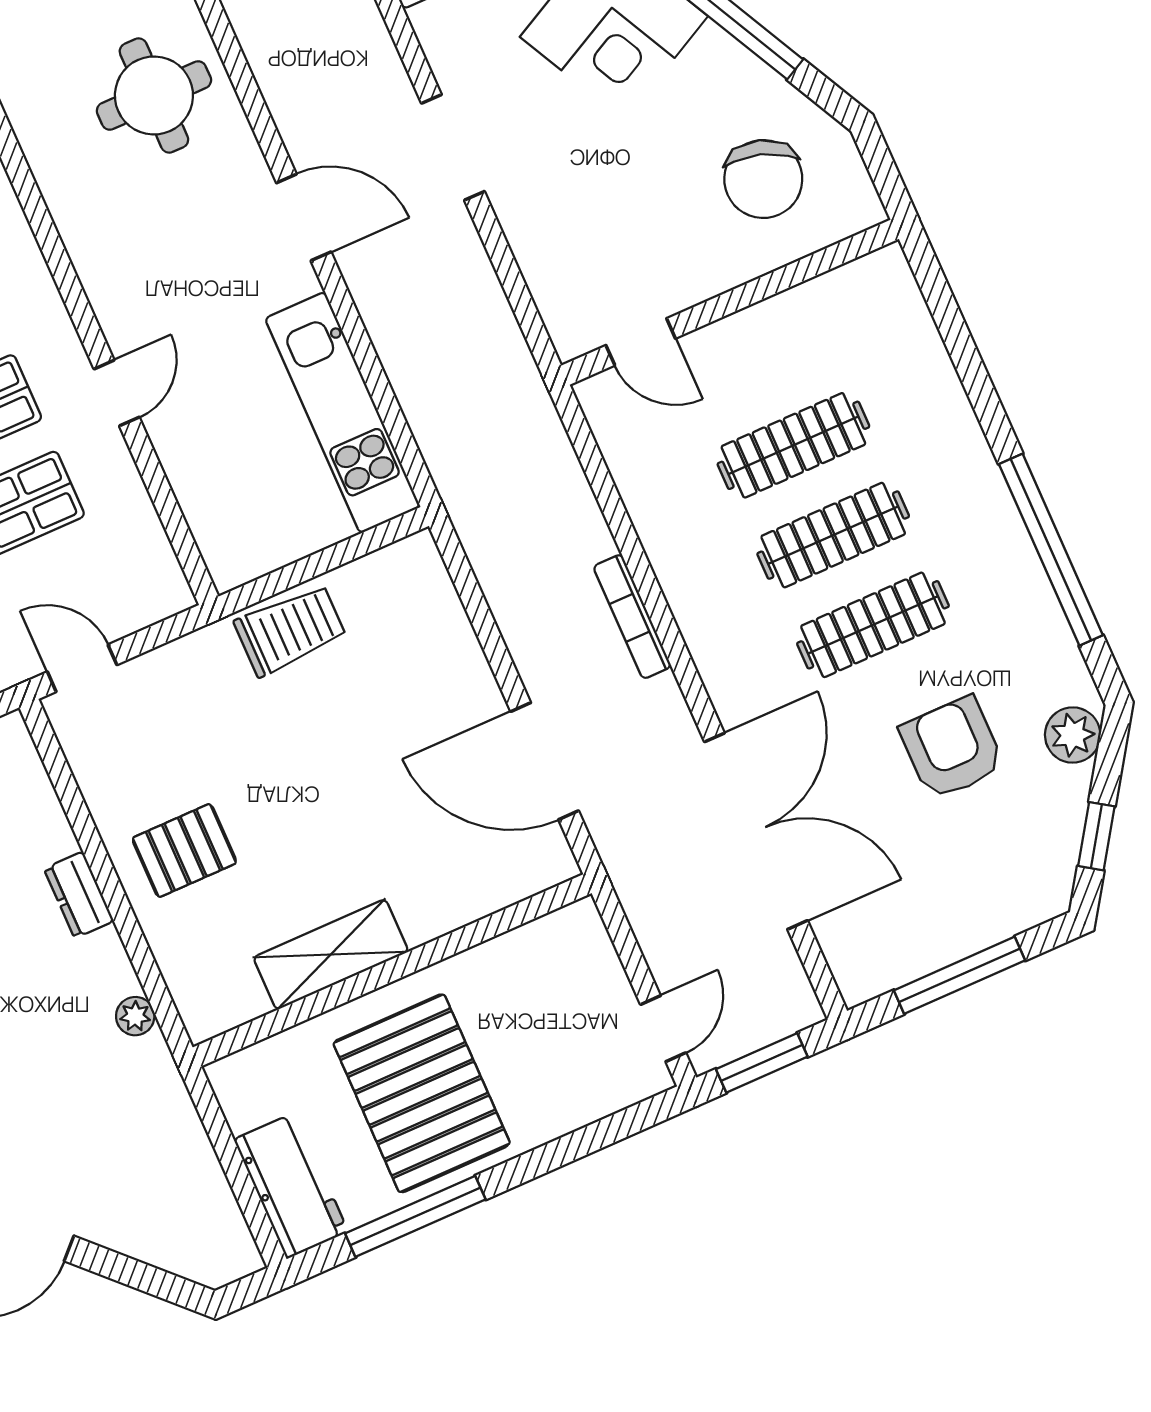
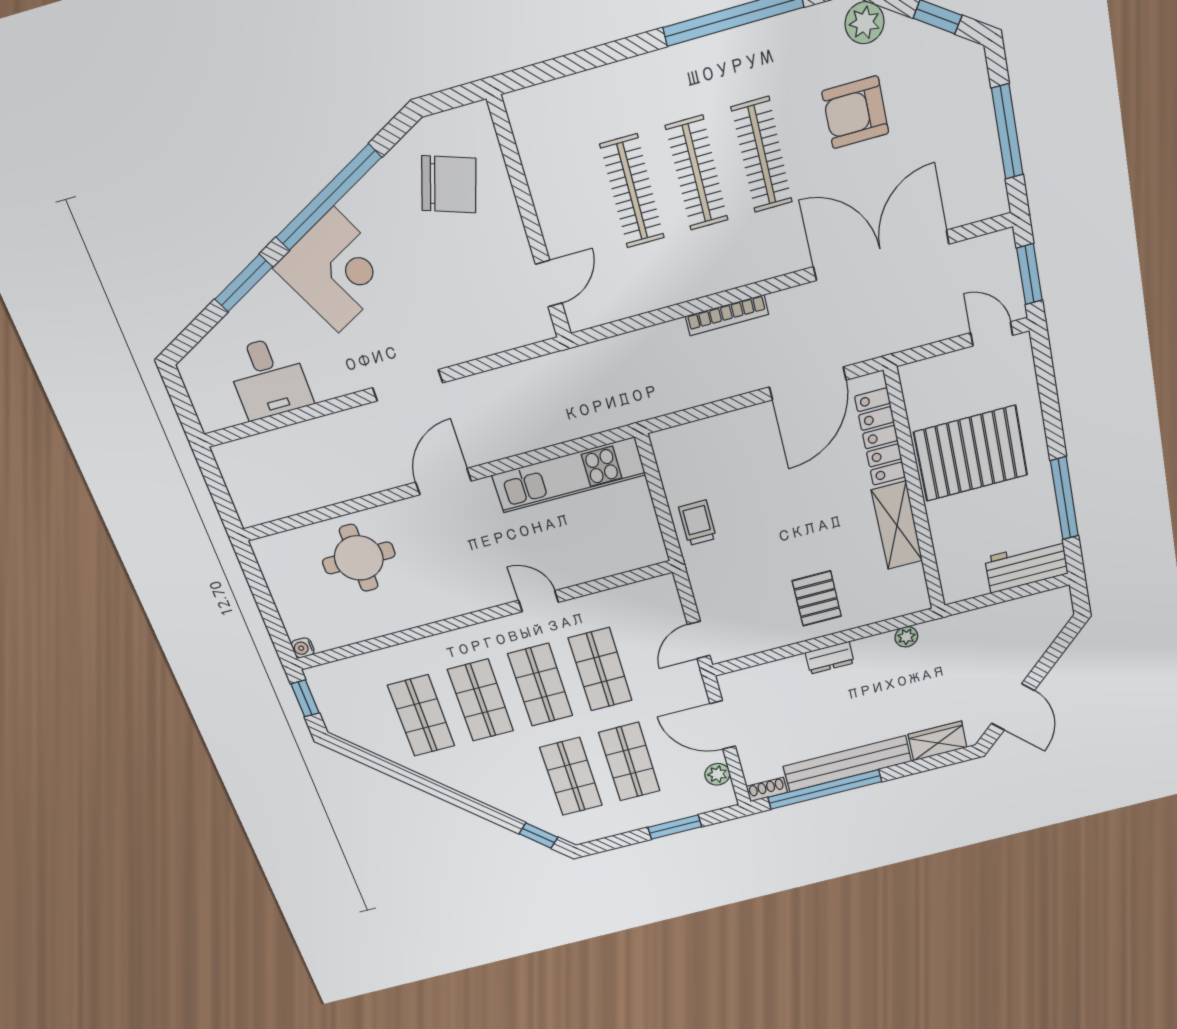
trolley: (290, 630) -> (697, 523), width x0.73, depth x0.72
locker: (475, 893) -> (880, 437), added
pallet: (422, 1093) -> (971, 454), moved

